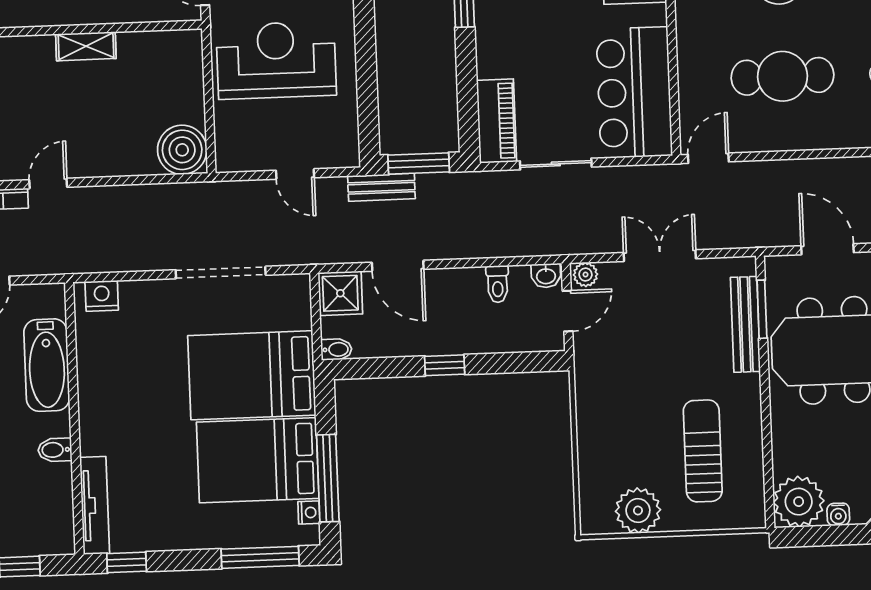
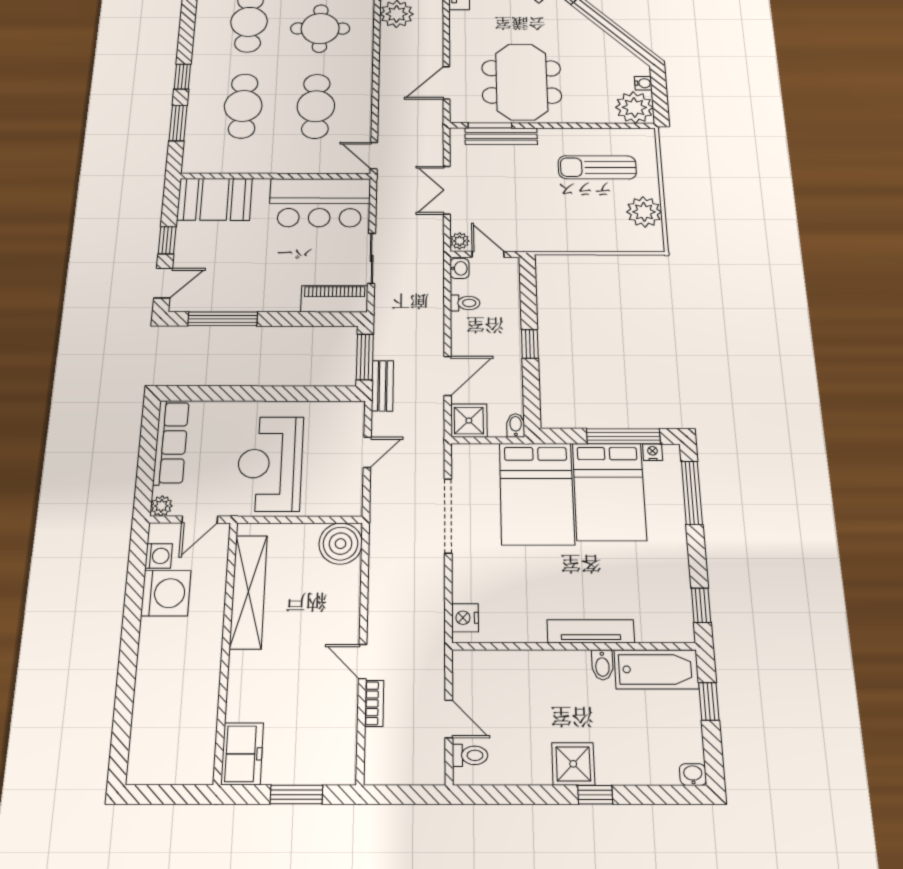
shelving: (86, 46) -> (249, 592), width x2.20, depth x1.33
bathtub: (47, 365) -> (656, 669), moved
tv unit: (95, 505) -> (591, 631), moved

